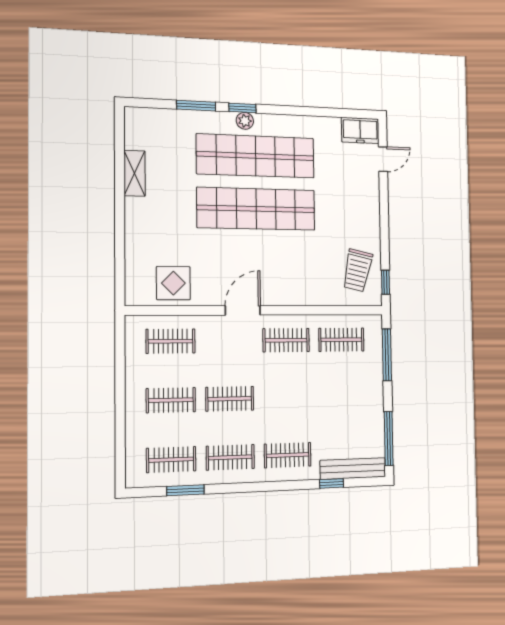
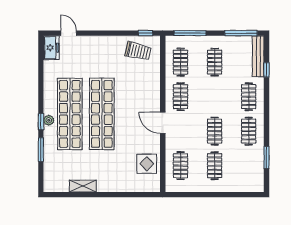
clothes rail: (171, 460) -> (215, 62), moved

